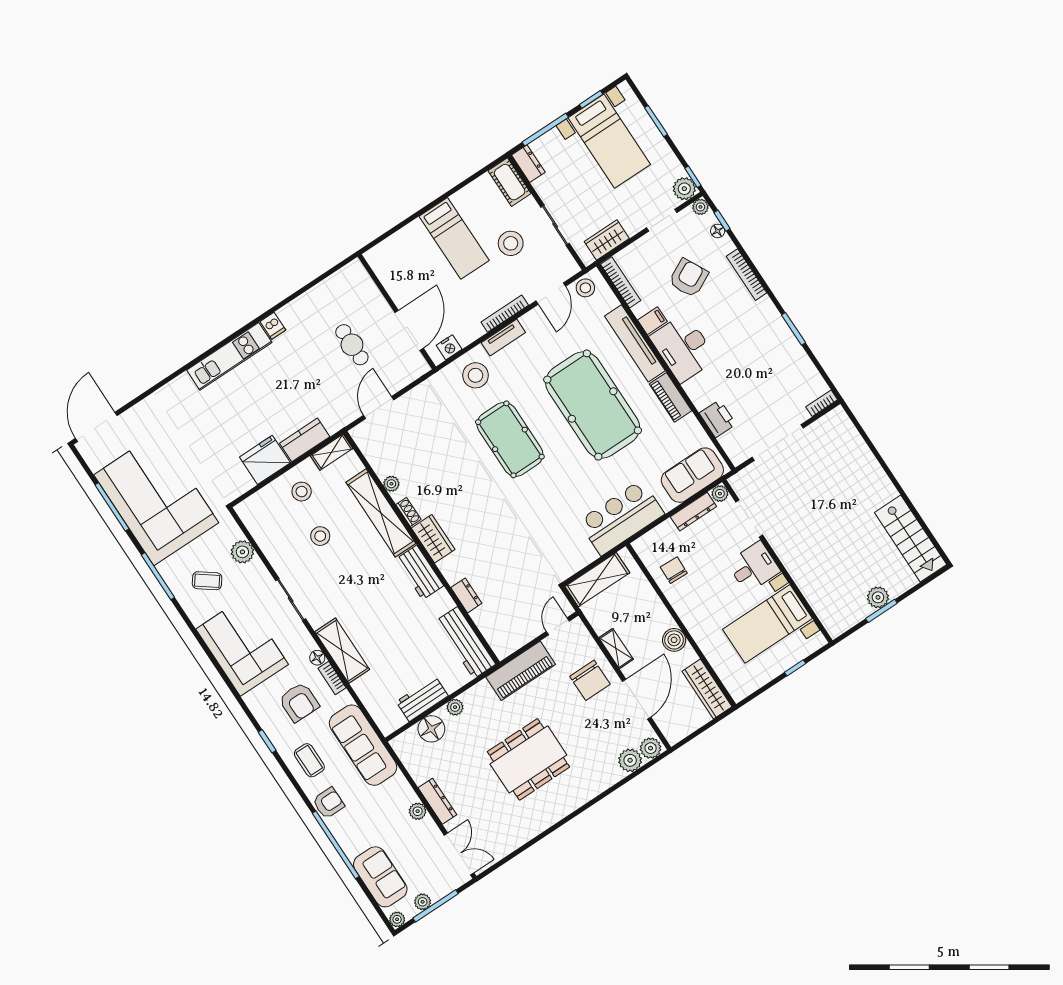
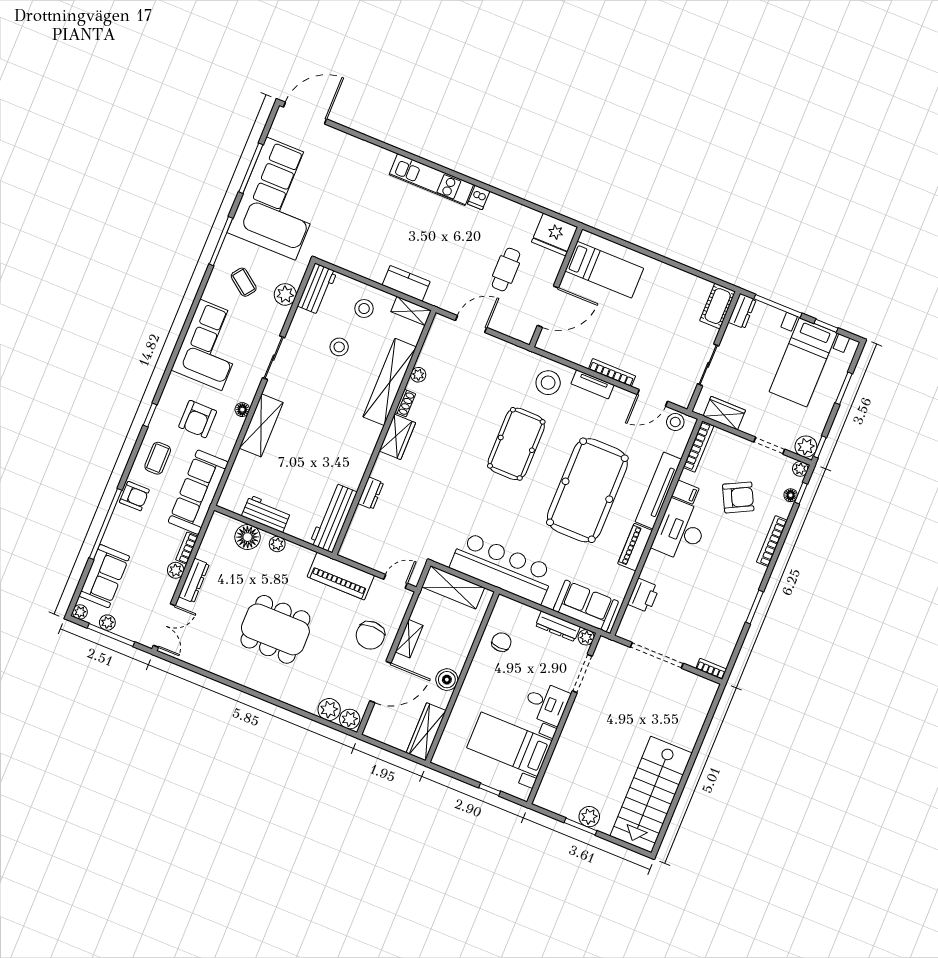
bed: (454, 238) -> (604, 270), moved, turned -90
stool: (511, 243) -> (670, 340), removed
nightstand: (449, 347) -> (556, 347), removed
fridge: (265, 460) -> (555, 235), moved, turned 180
bar counter: (621, 518) -> (502, 568), width x1.36
stairs: (911, 539) -> (651, 795), width x1.36, depth x1.51
workbench: (420, 572) -> (317, 289), moved, turned 180
bookcase: (332, 678) -> (187, 548), moved

